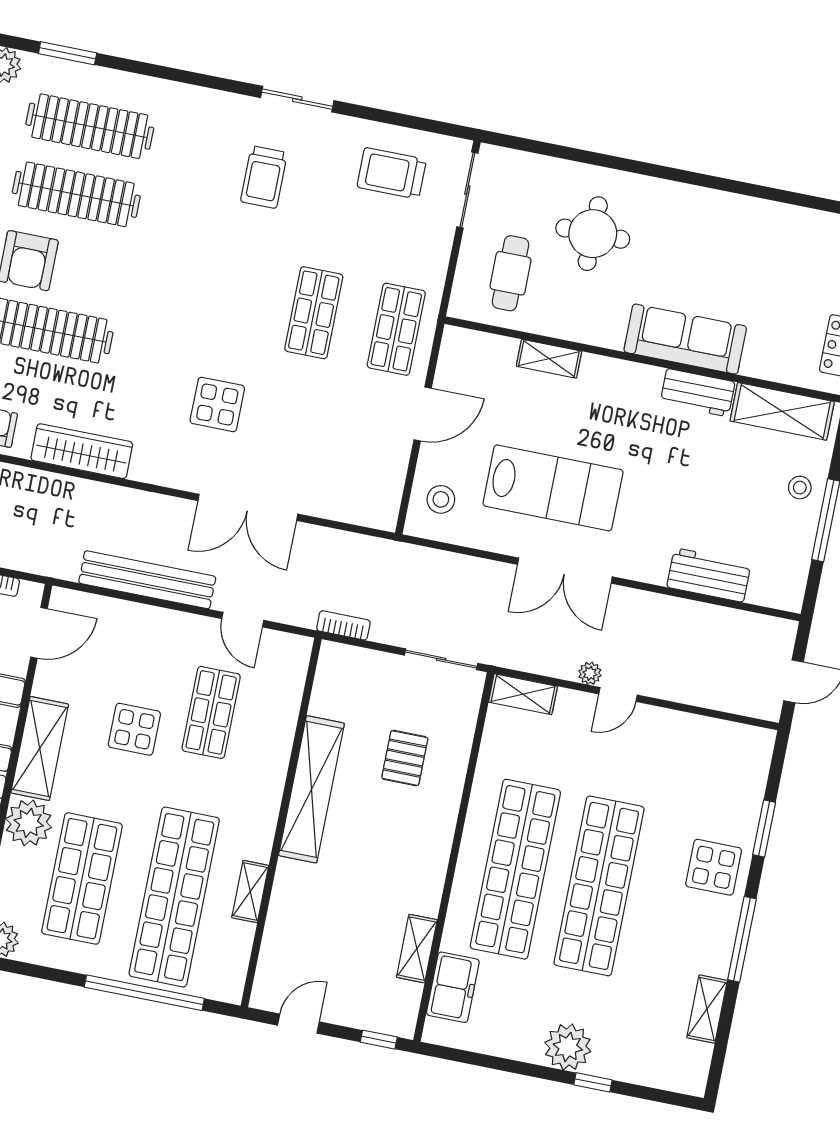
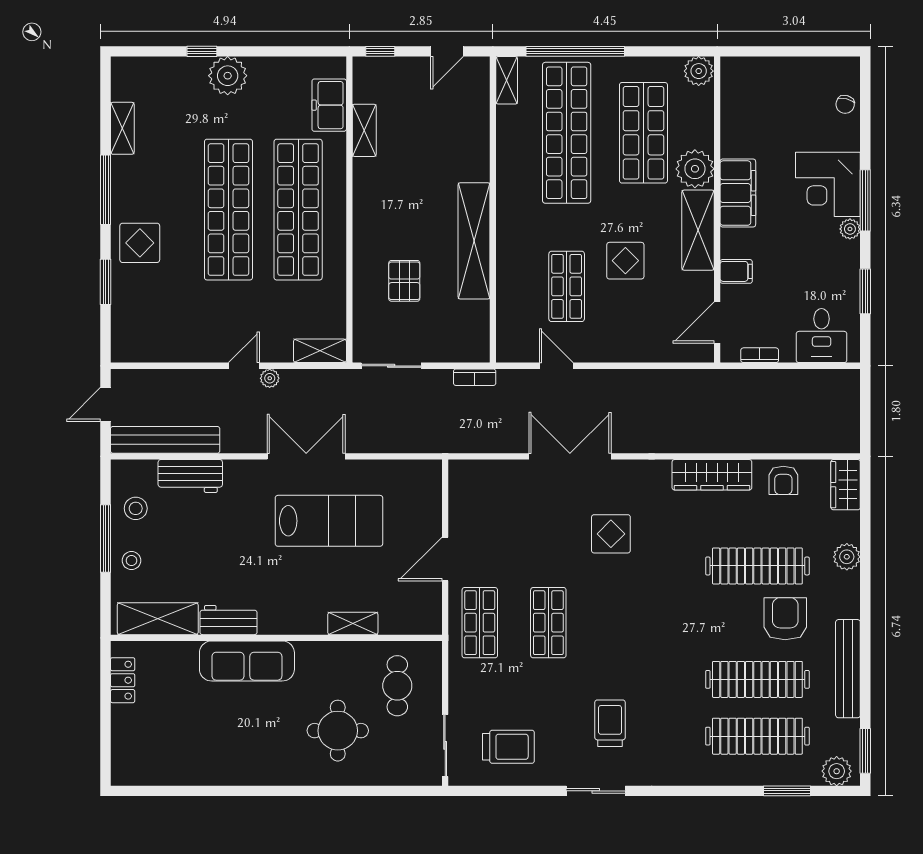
lab bench: (553, 488) -> (329, 521), turned 180
stool: (441, 499) -> (136, 508), moved
bench: (147, 580) -> (165, 440), moved
shelving: (250, 892) -> (507, 80), moved

